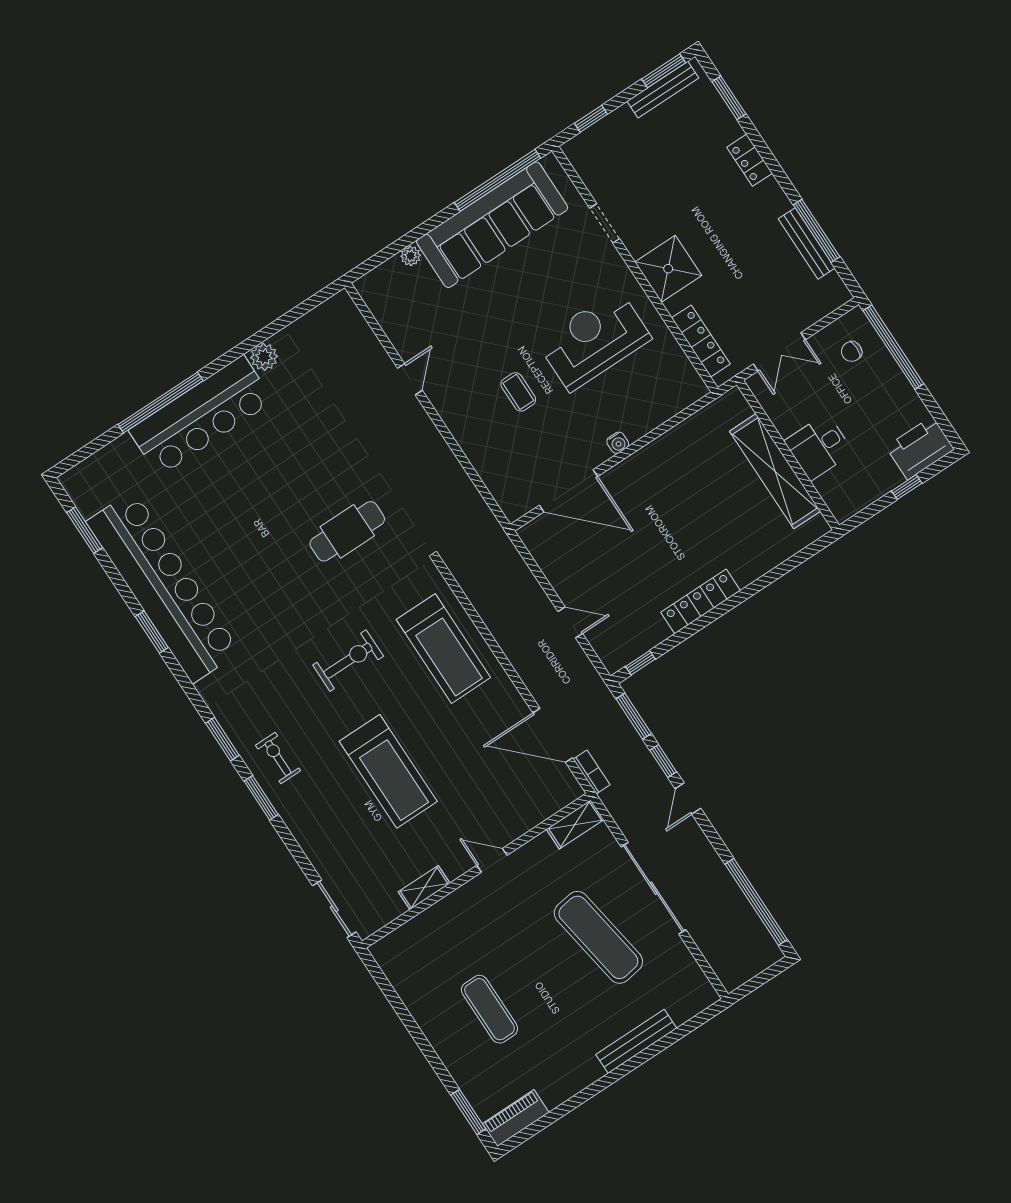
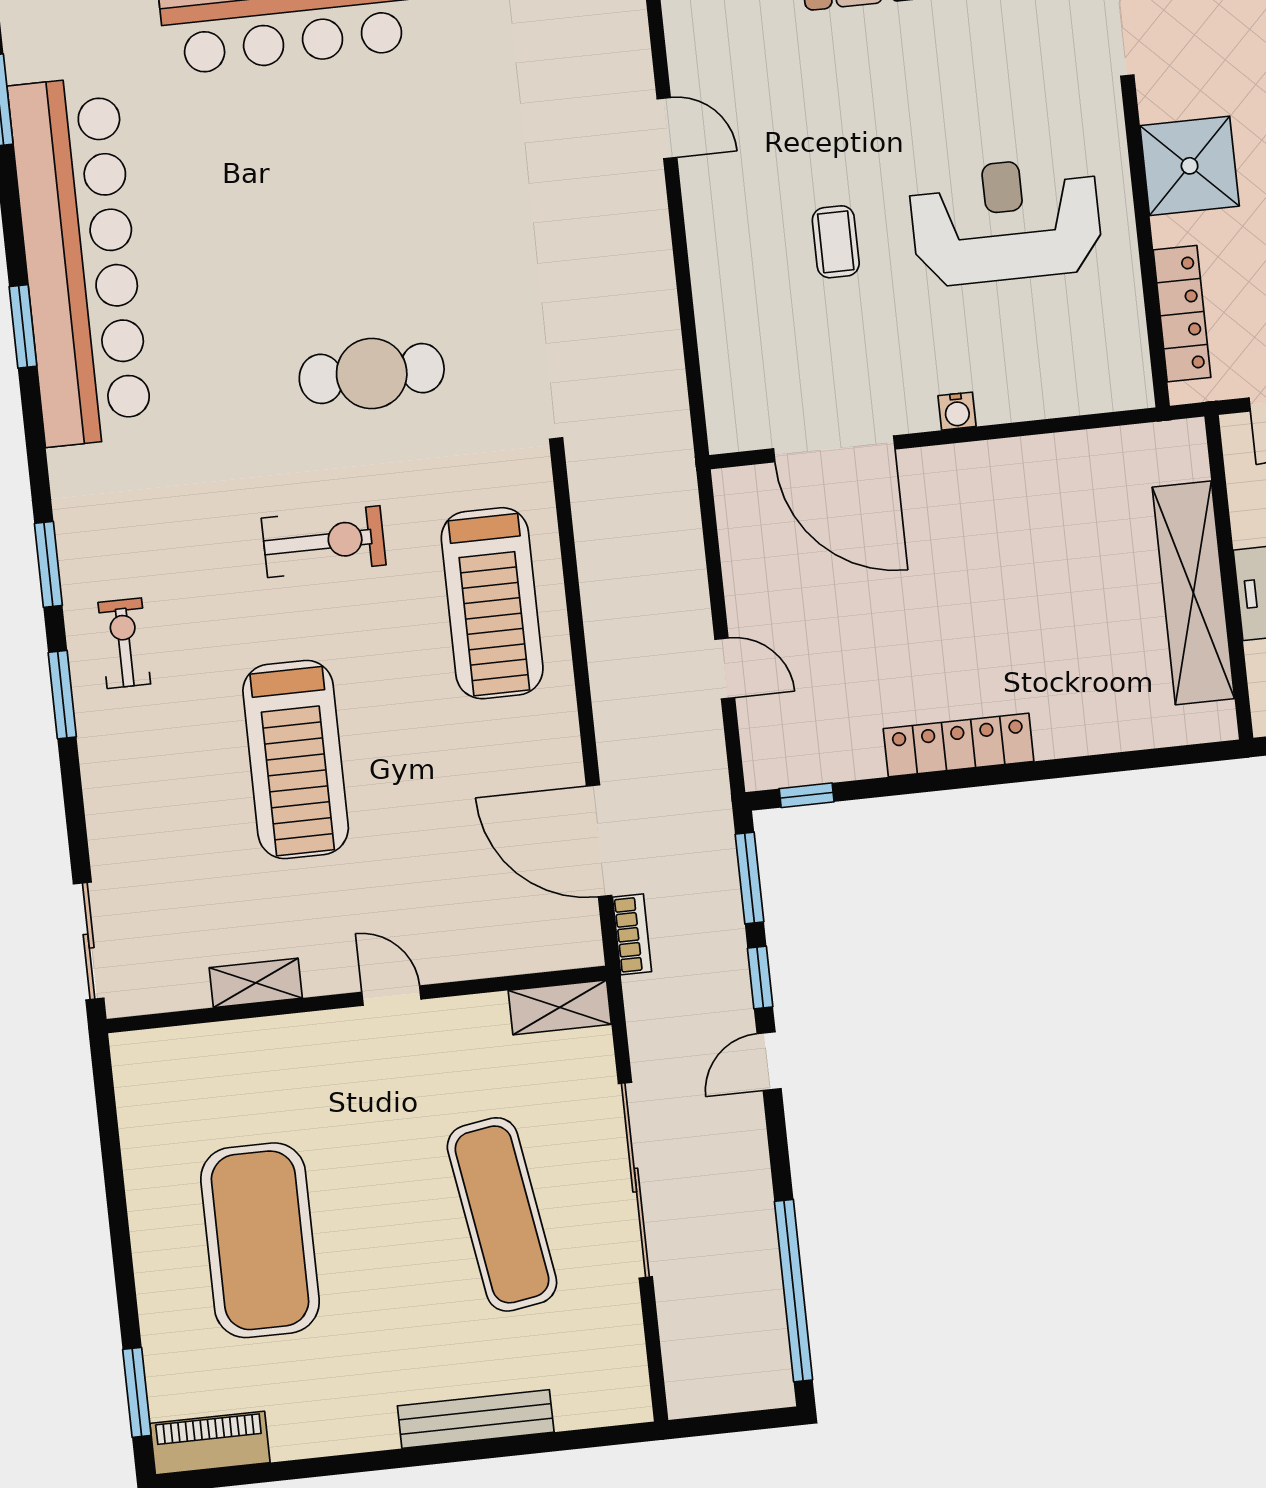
door: (410, 379) -> (667, 128), hinge flipped
cafe table: (347, 531) -> (372, 374), moved
exercise mat: (490, 1009) -> (260, 1240), width x2.00, depth x1.45

